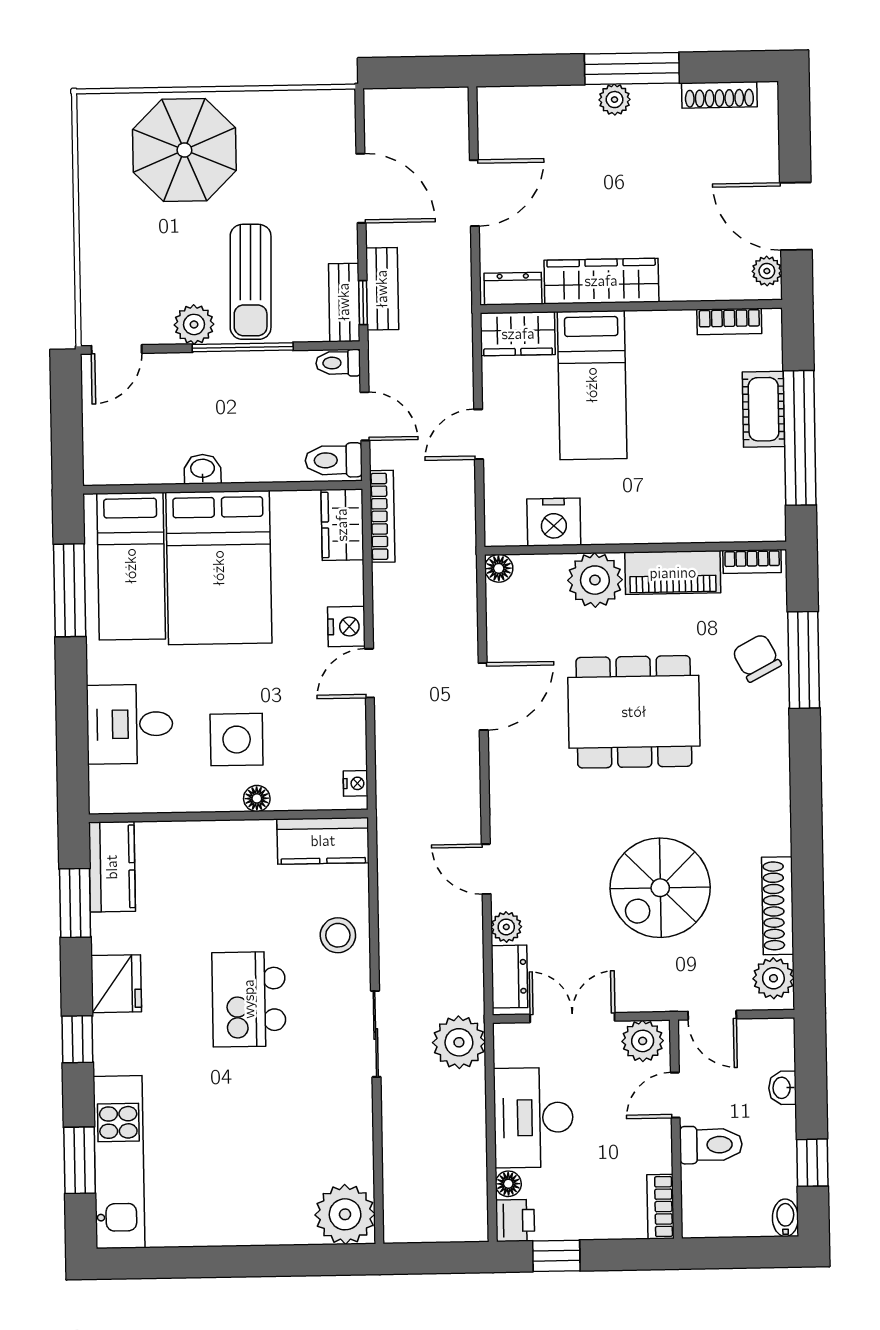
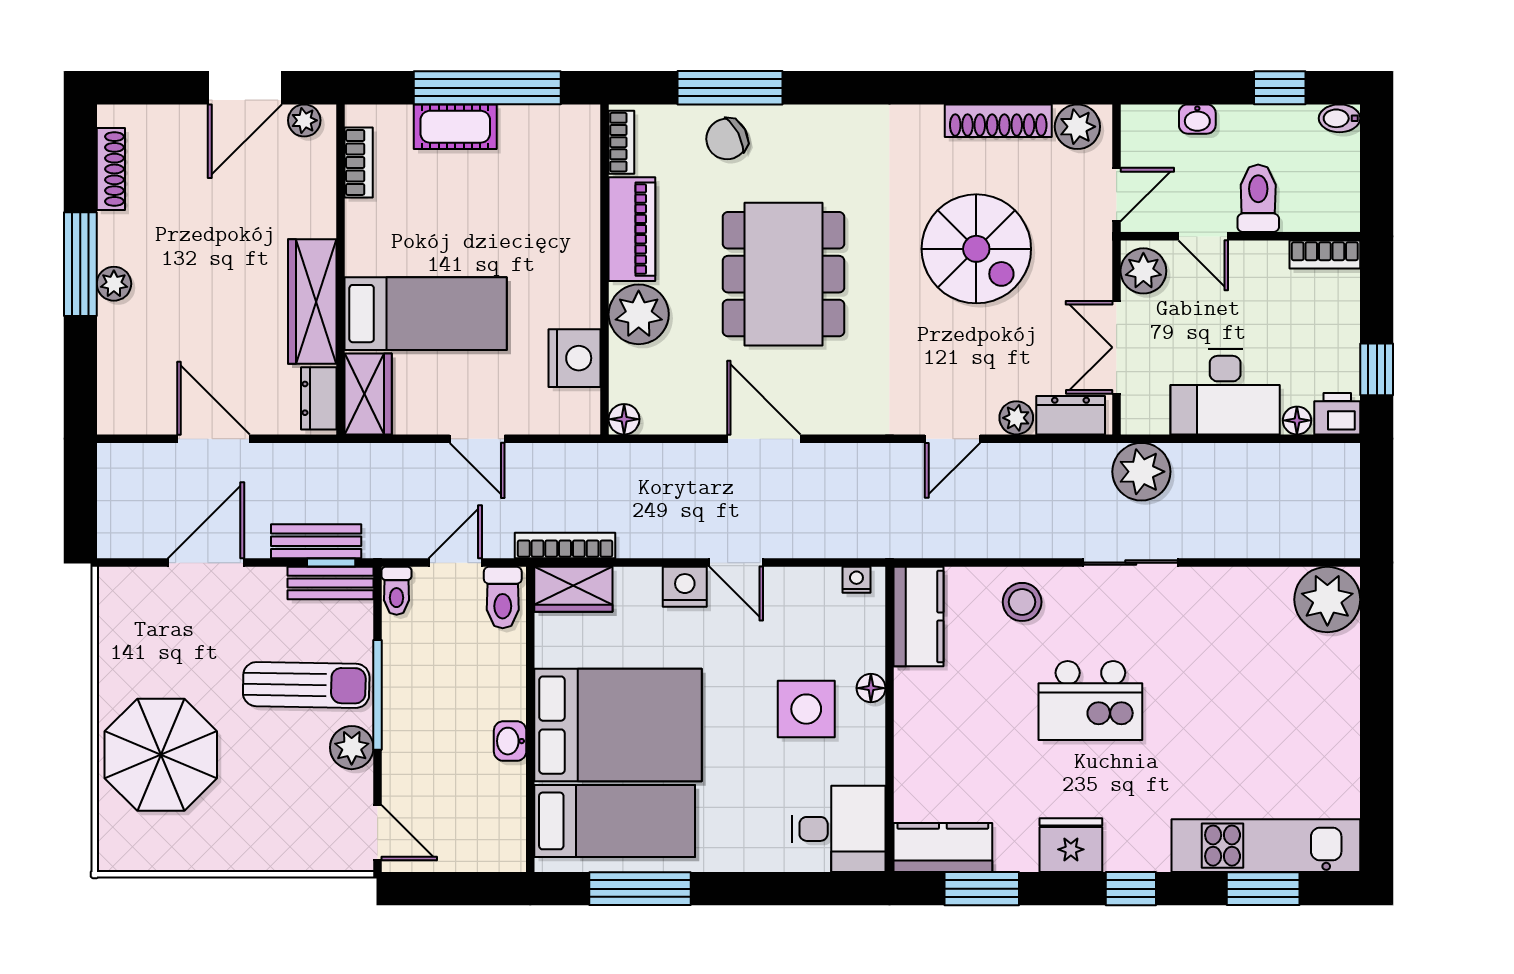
desk: (130, 724) -> (839, 829), moved, turned -90

